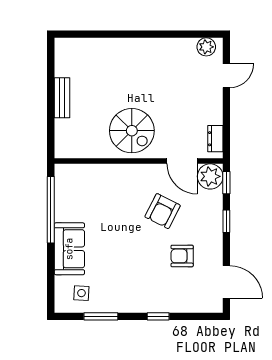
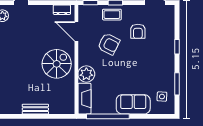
door: (182, 161) -> (76, 31), swing flipped
fireplace: (78, 174) -> (84, 99), added
plant: (210, 176) -> (86, 74), moved
coffee table: (208, 216) -> (112, 15), added

